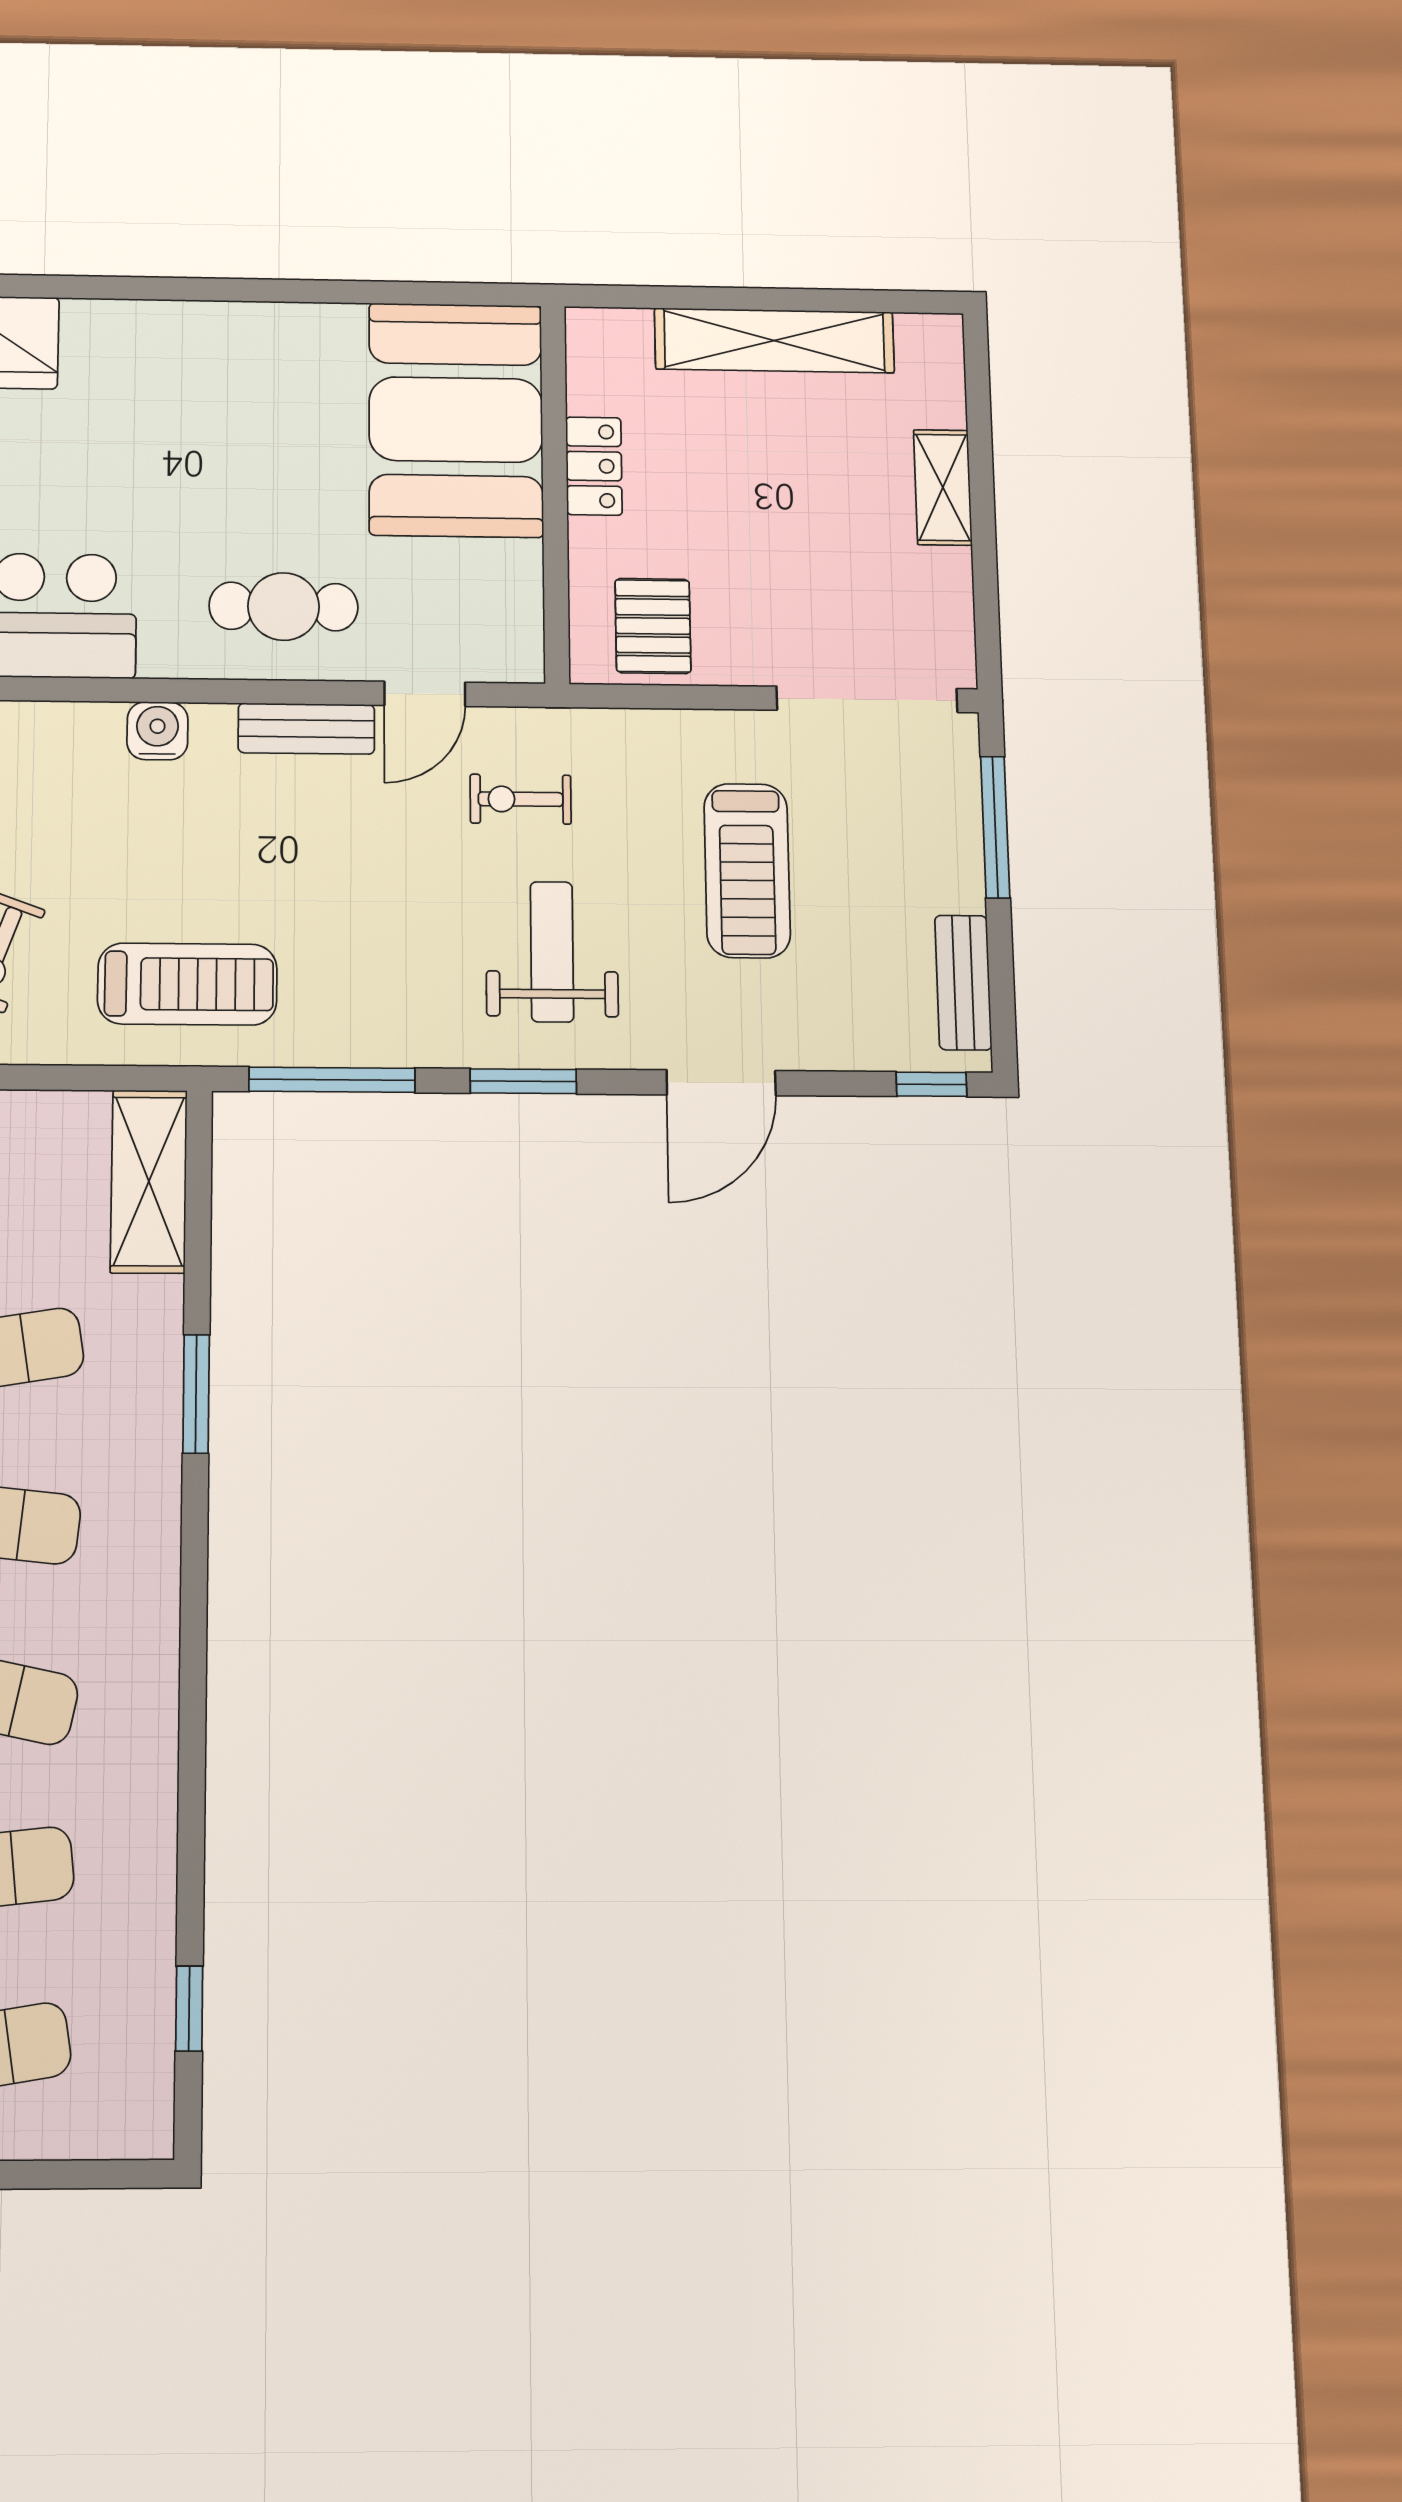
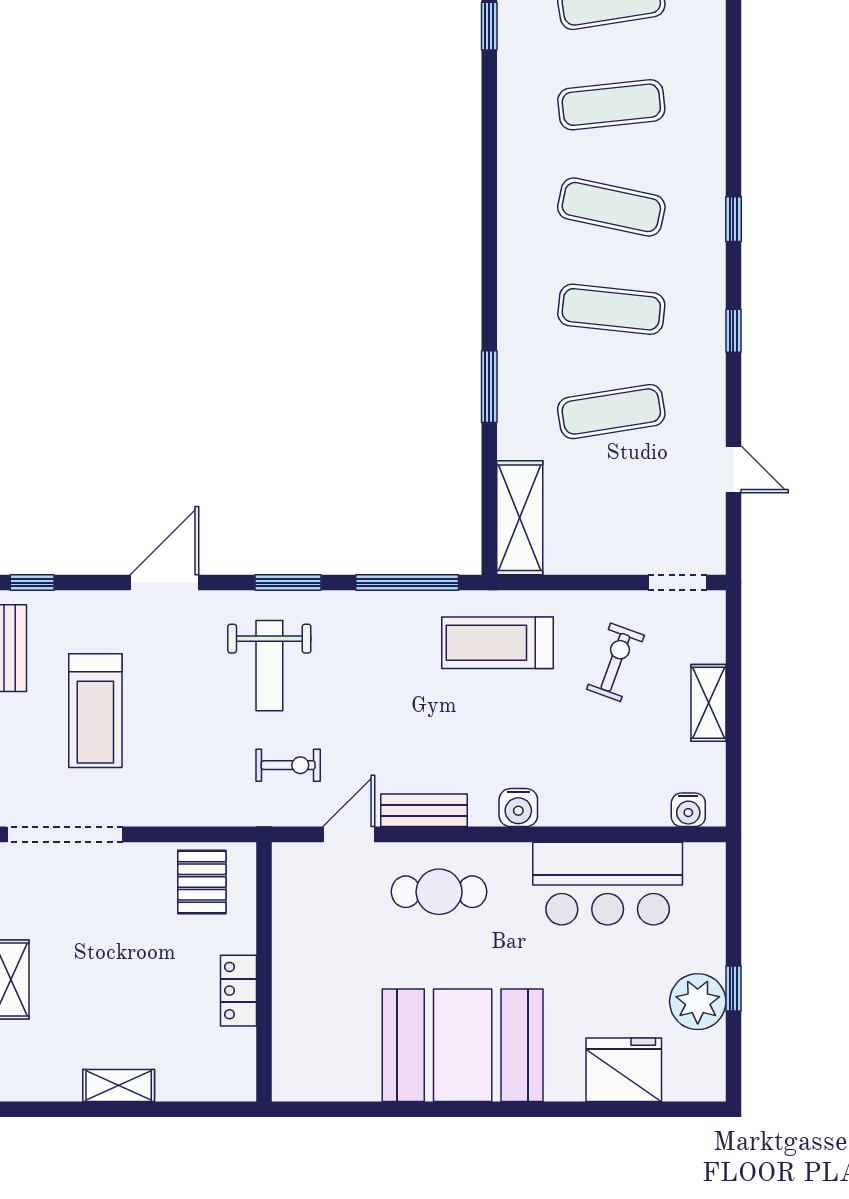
shelving: (774, 341) -> (119, 1085), width x0.45, depth x0.75
booth: (456, 420) -> (463, 1045), moved, turned 90
treadmill: (747, 871) -> (95, 711), moved, turned 180

